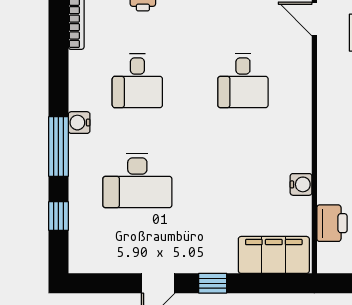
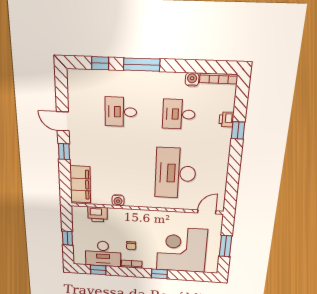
desk: (243, 81) -> (175, 173), width x1.87, depth x1.30
water cooler: (79, 123) -> (192, 79), moved
desk: (137, 181) -> (121, 112), width x0.73

